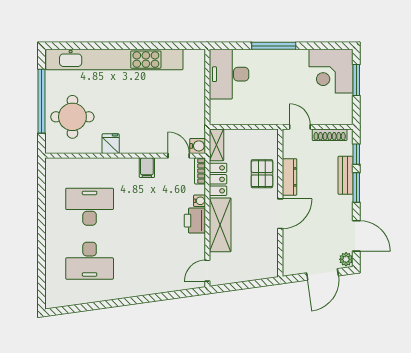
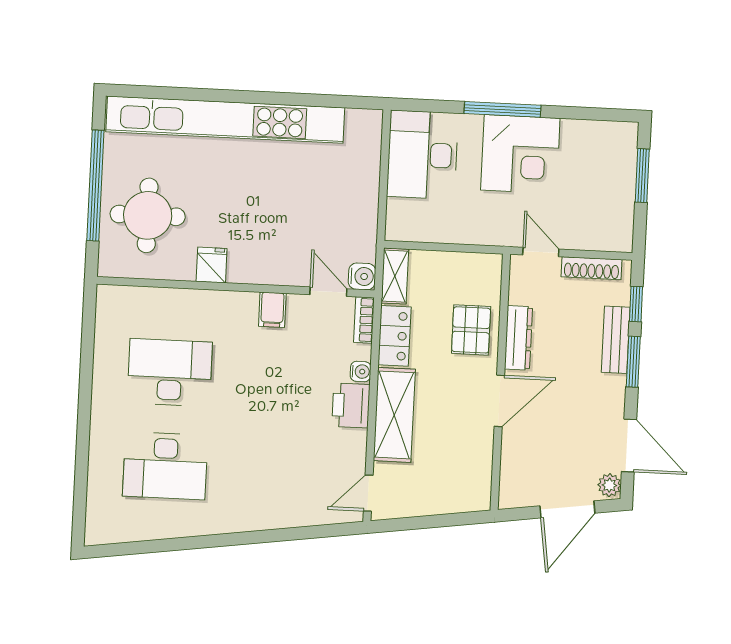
corner desk: (331, 71) -> (520, 154), moved, turned -90

